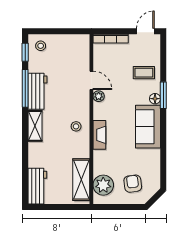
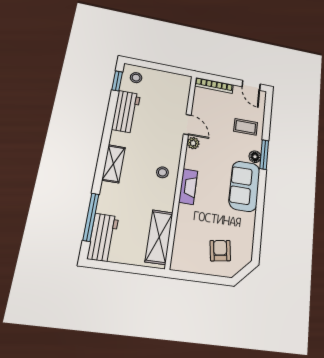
door: (145, 31) -> (251, 85), swing flipped
window: (25, 88) -> (91, 217), moved
workbench: (37, 91) -> (126, 112), moved
plant: (103, 185) -> (185, 247), removed

